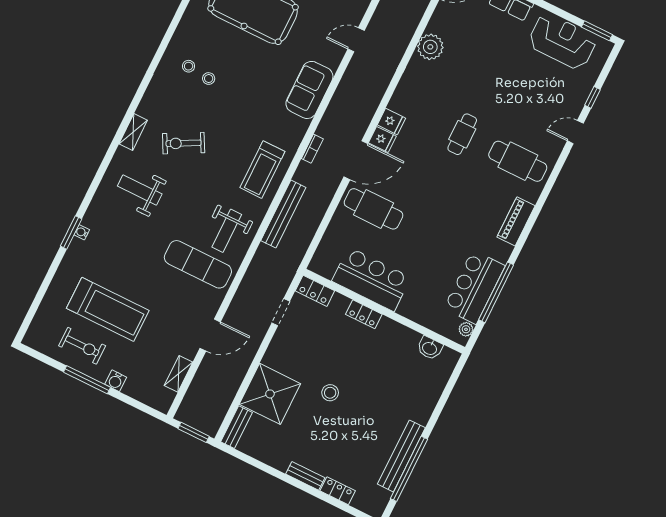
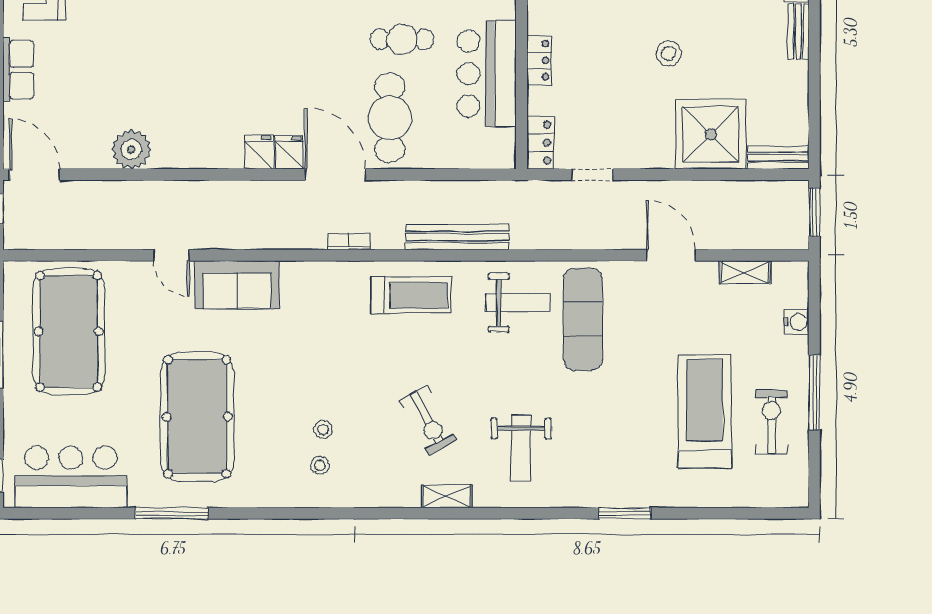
sofa: (309, 90) -> (237, 285), moved
cafe table: (462, 134) -> (402, 39), moved
water cooler: (82, 232) -> (617, 499), removed
water cooler: (116, 381) -> (797, 322), moved

